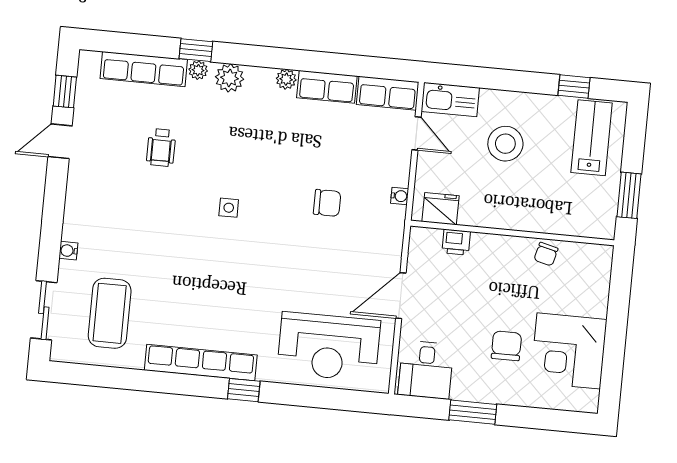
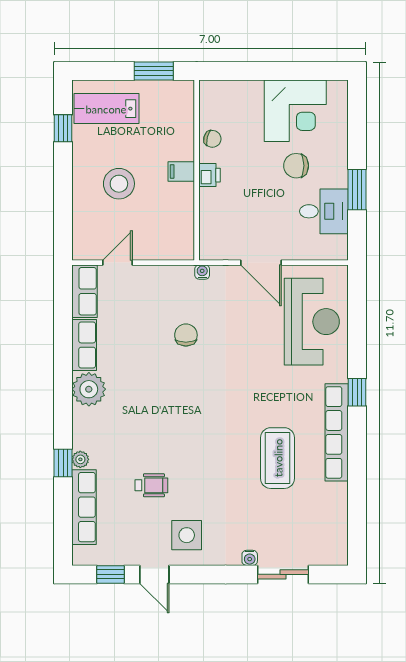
plant: (229, 78) -> (85, 431), removed
plant: (286, 79) -> (89, 389), width x1.87, depth x1.87
kitchen sink: (450, 100) -> (85, 236), removed
water cooler: (400, 196) -> (202, 272), moved
side table: (229, 208) -> (187, 535), moved, width x1.87, depth x1.87
fridge: (440, 209) -> (181, 235), removed
filing cabinet: (512, 216) -> (181, 171), added
printer: (456, 242) -> (209, 175), moved
sliding door: (44, 310) -> (283, 574), moved
coffee table: (110, 313) -> (278, 458), moved, turned 90
desk: (426, 370) -> (324, 211), moved

